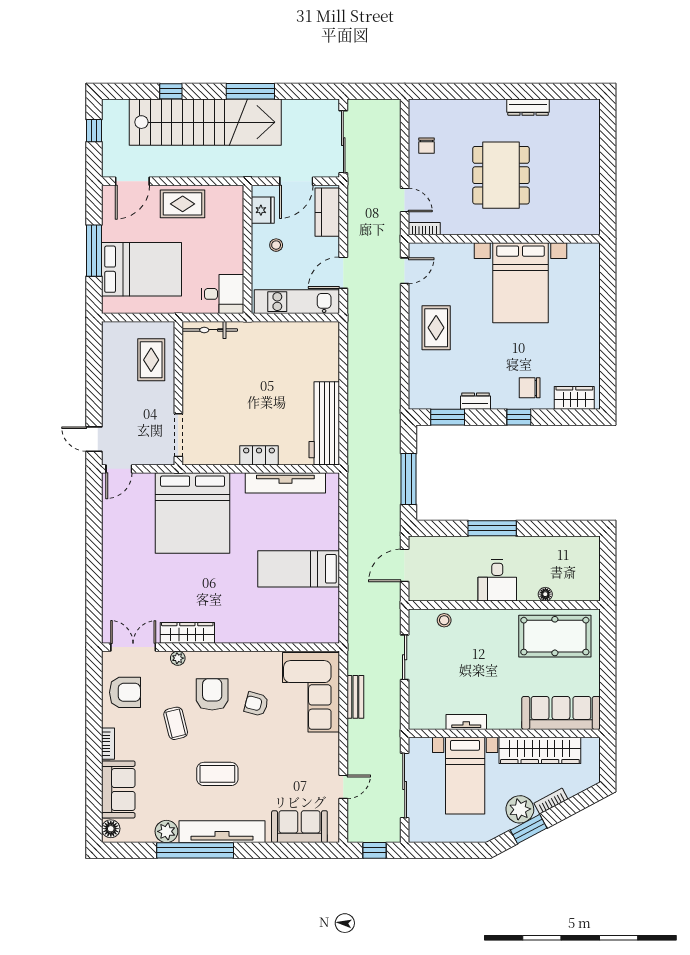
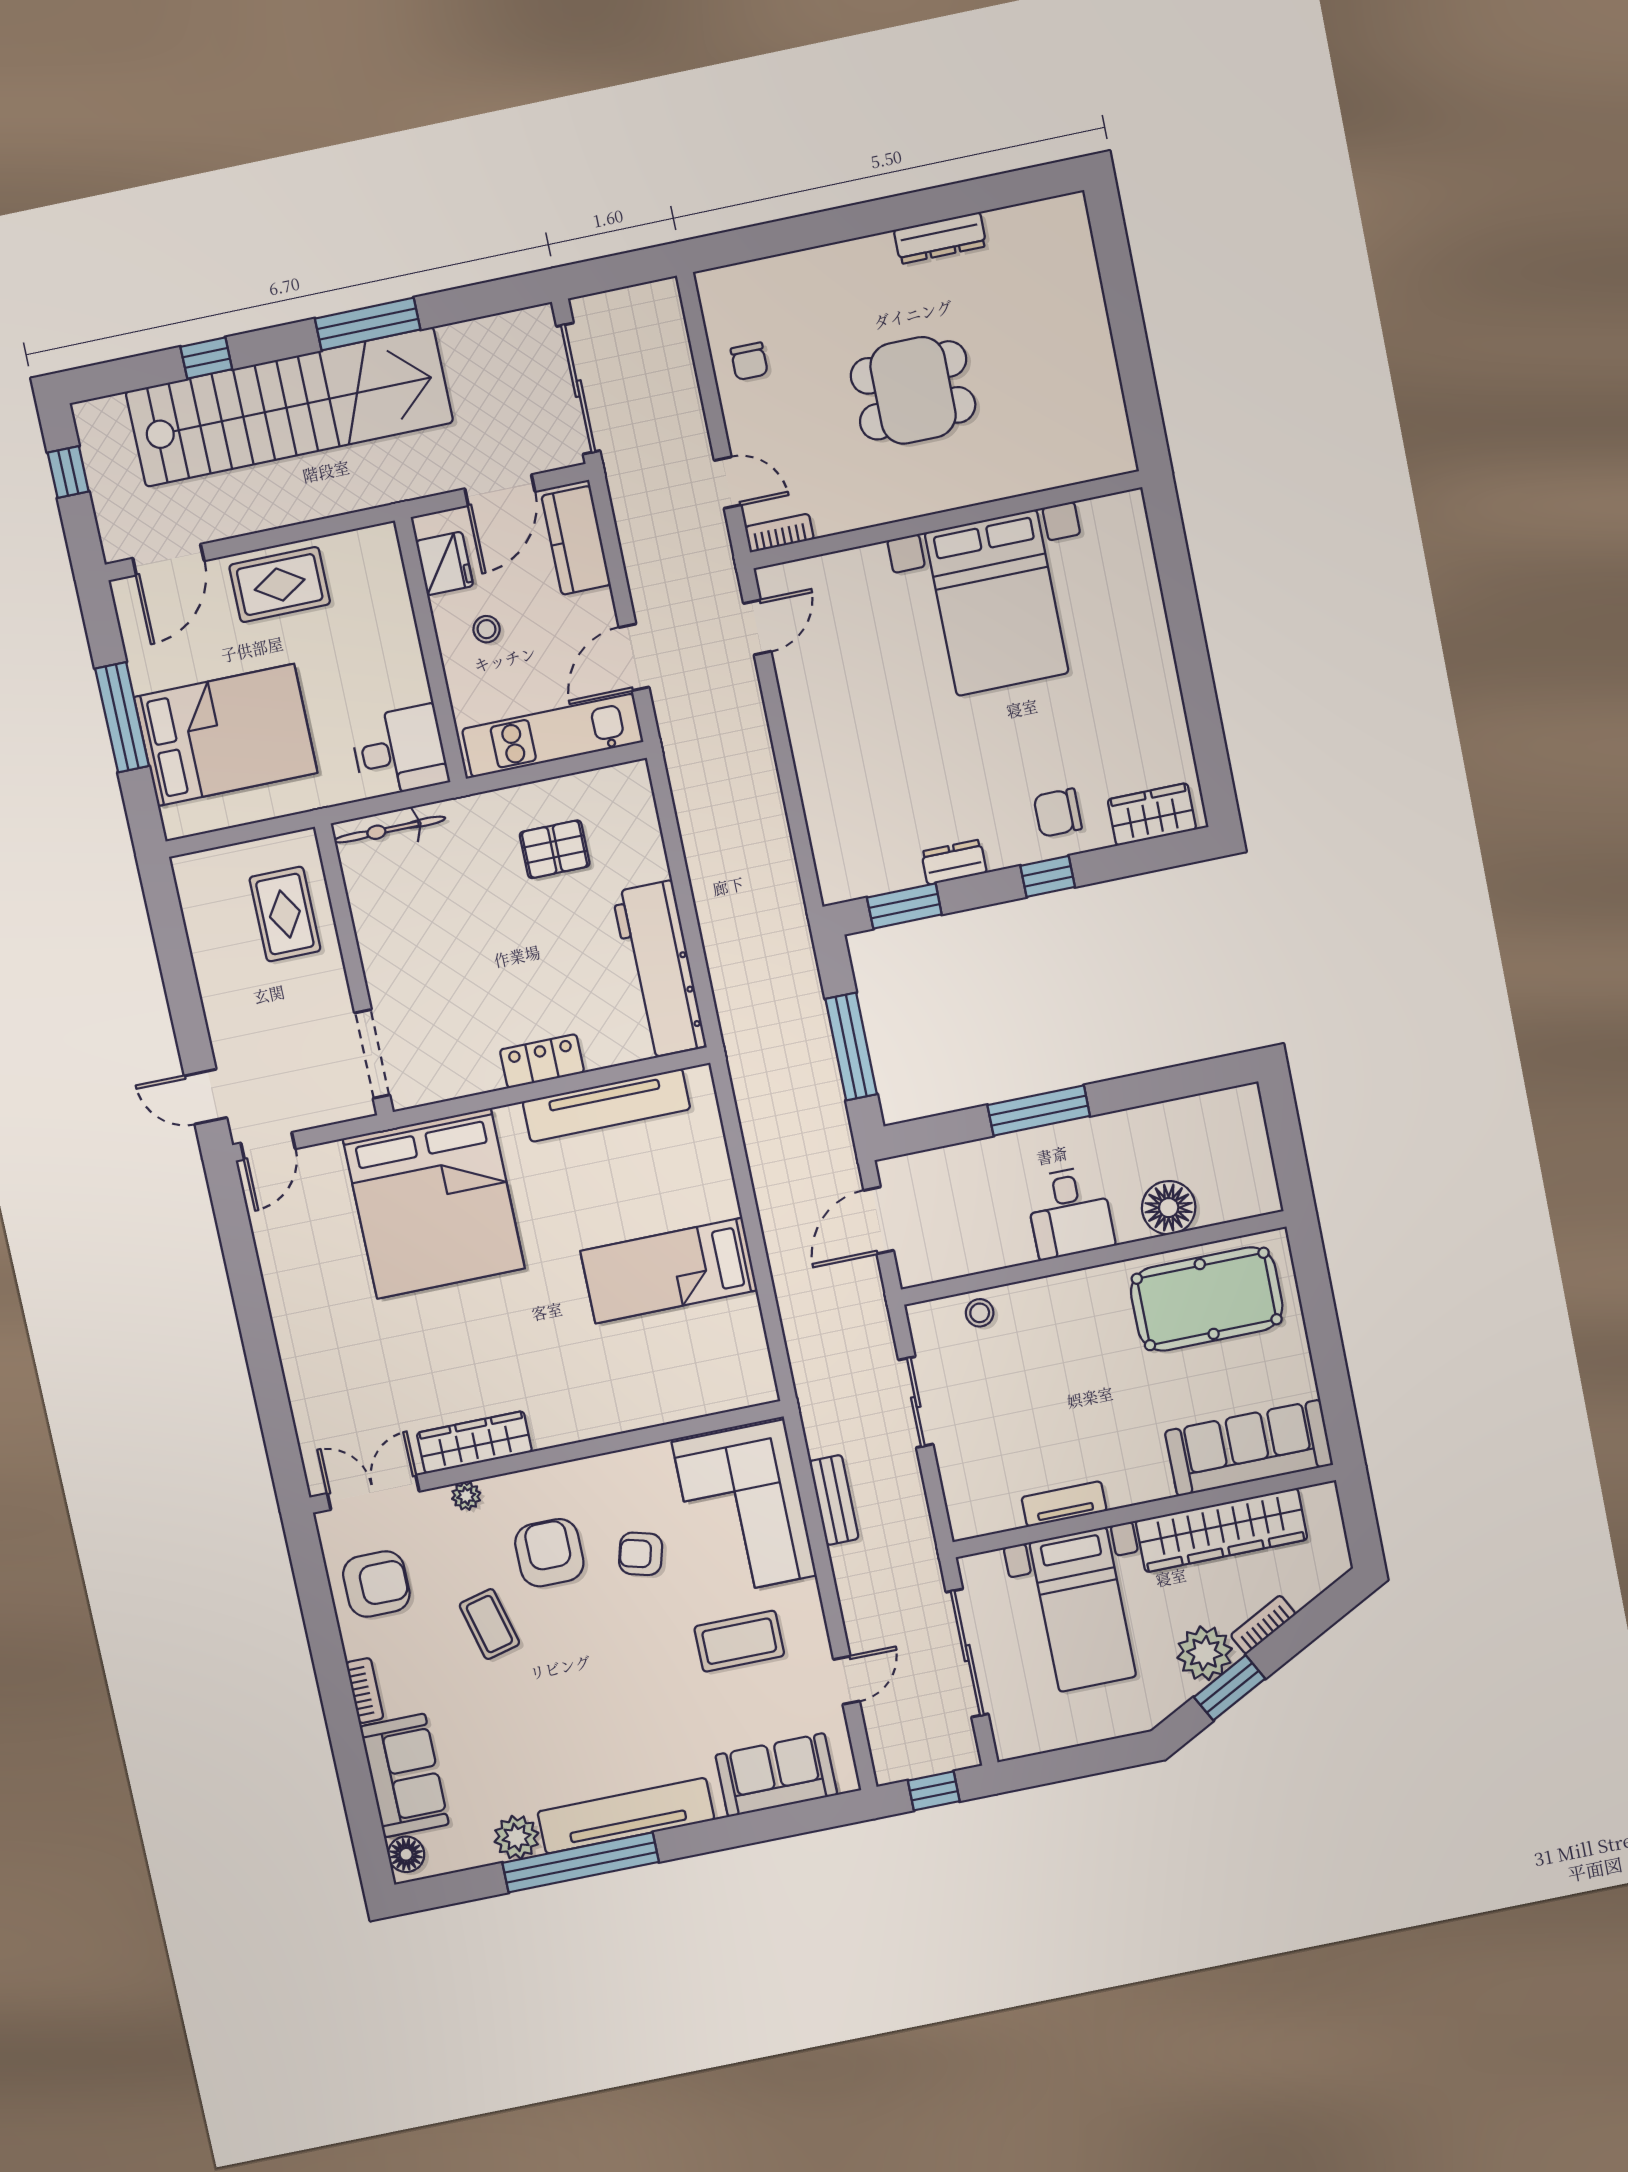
dining table: (501, 175) -> (913, 390), width x0.73
rug: (436, 328) -> (844, 730), removed
pallet: (286, 356) -> (555, 849), added
floor lamp: (545, 594) -> (1169, 1208), width x1.89, depth x1.89
coffee table: (217, 774) -> (739, 1641), moved

